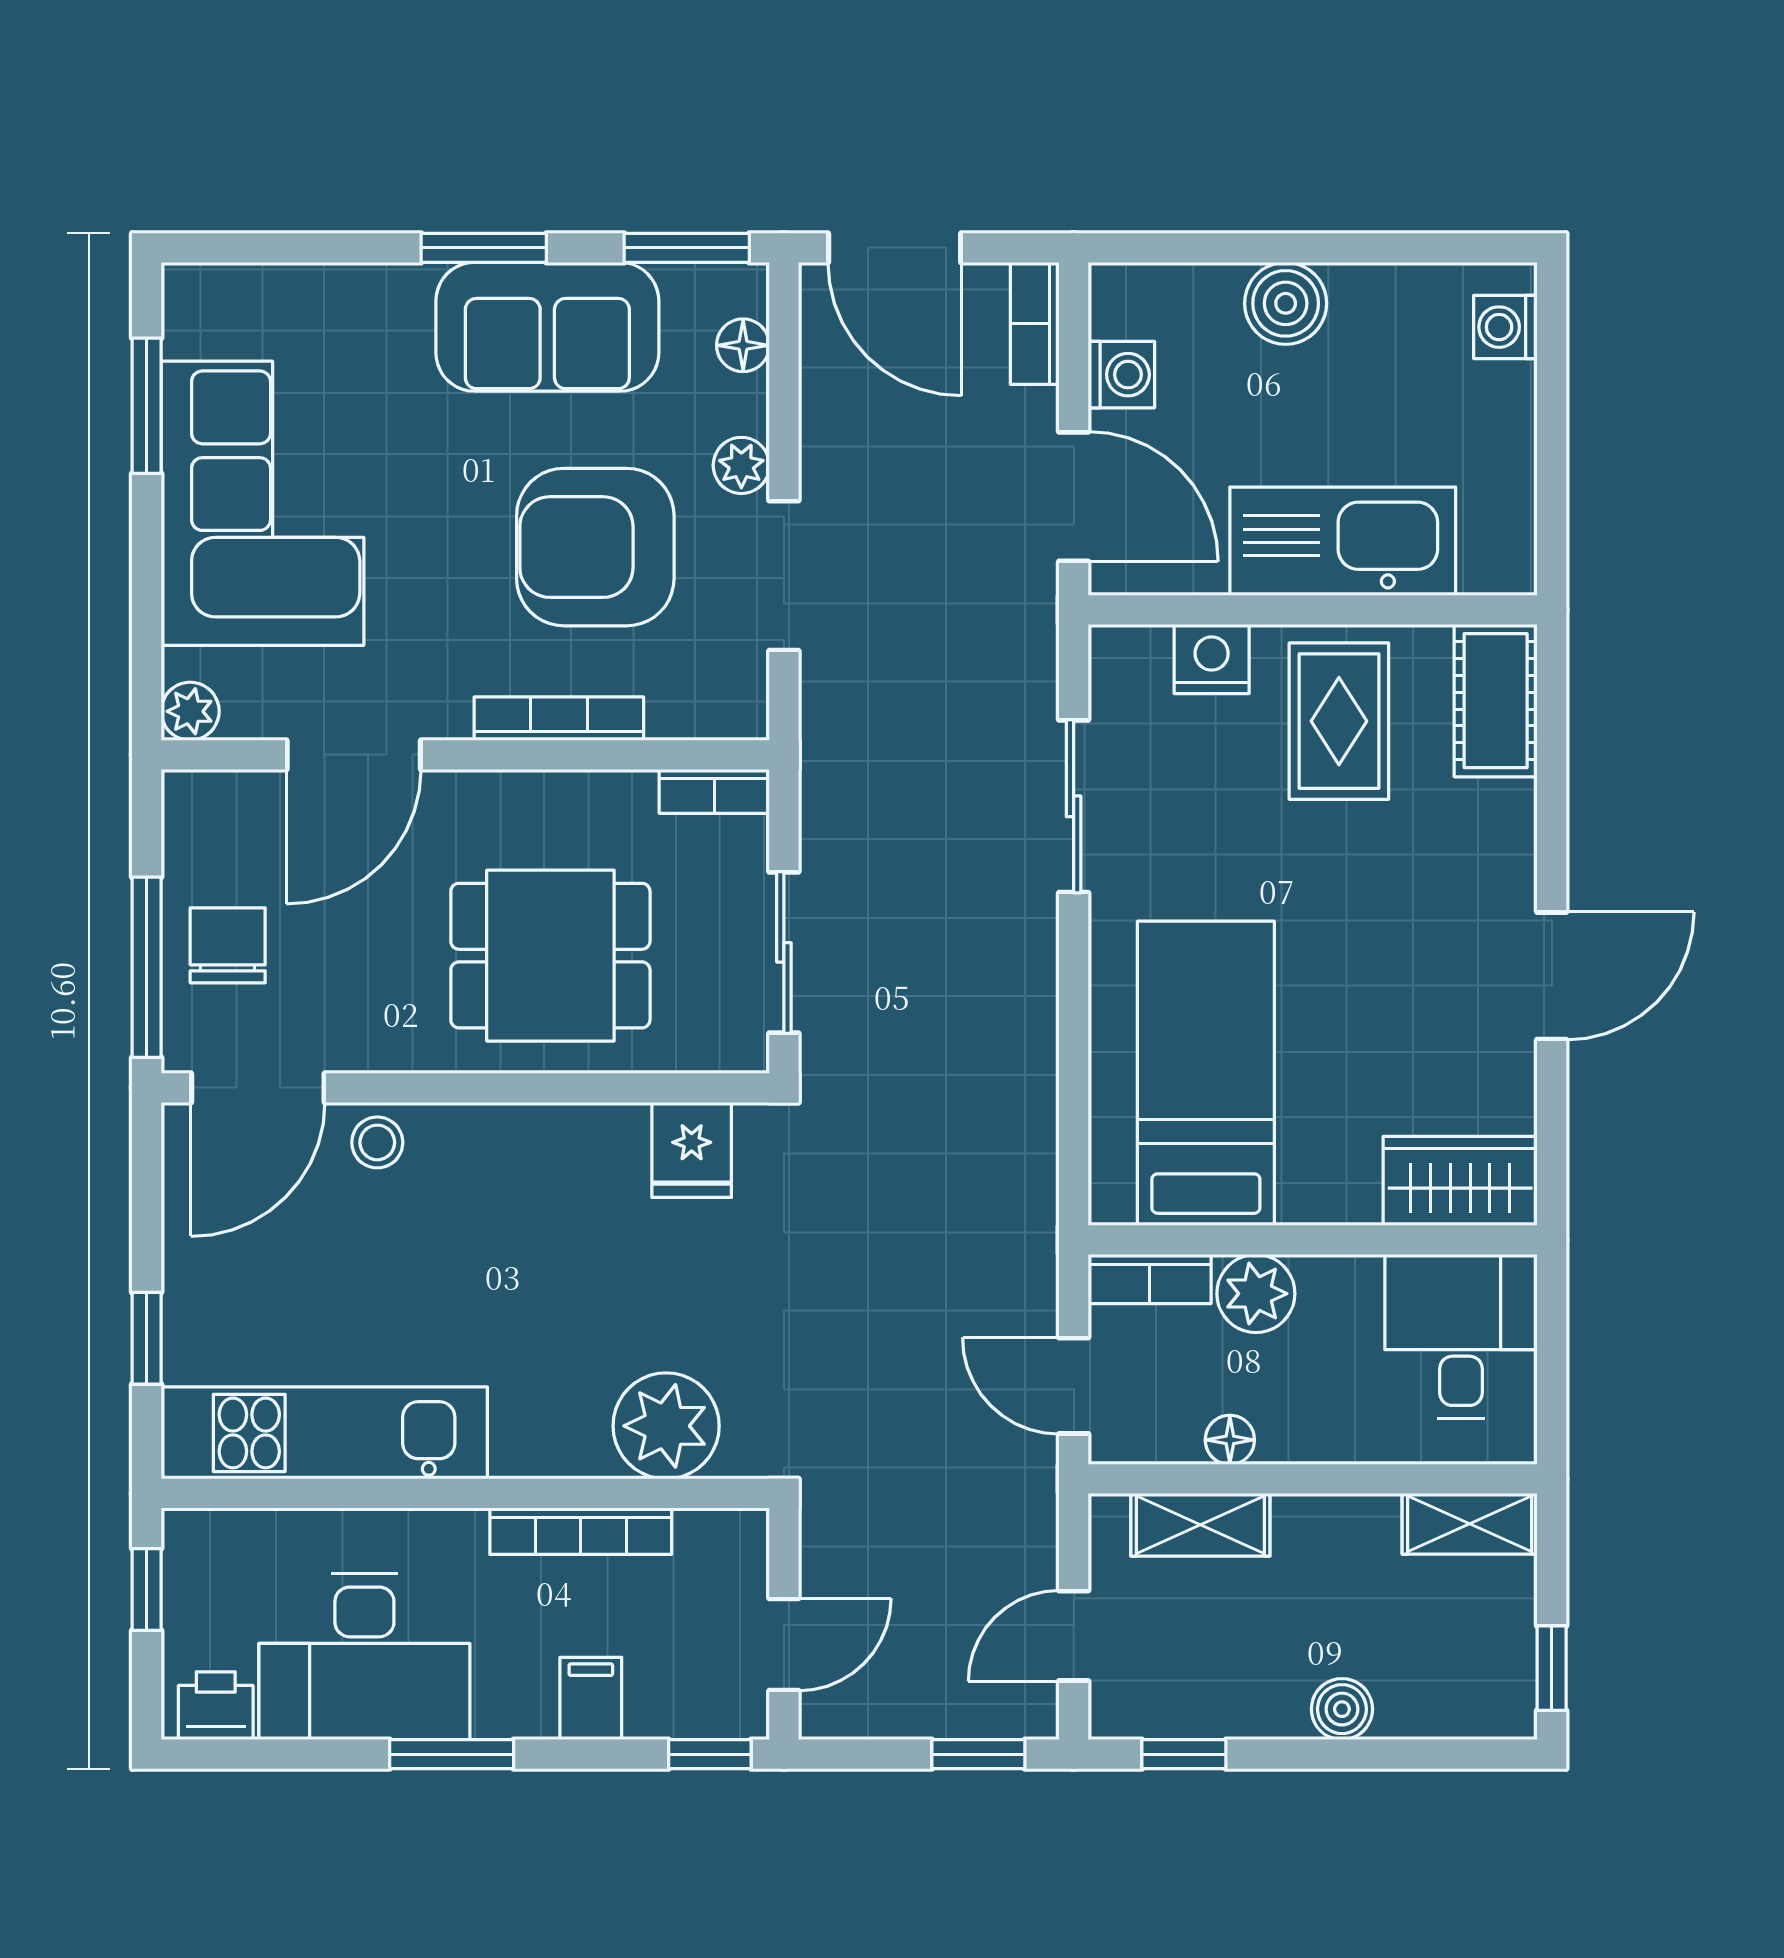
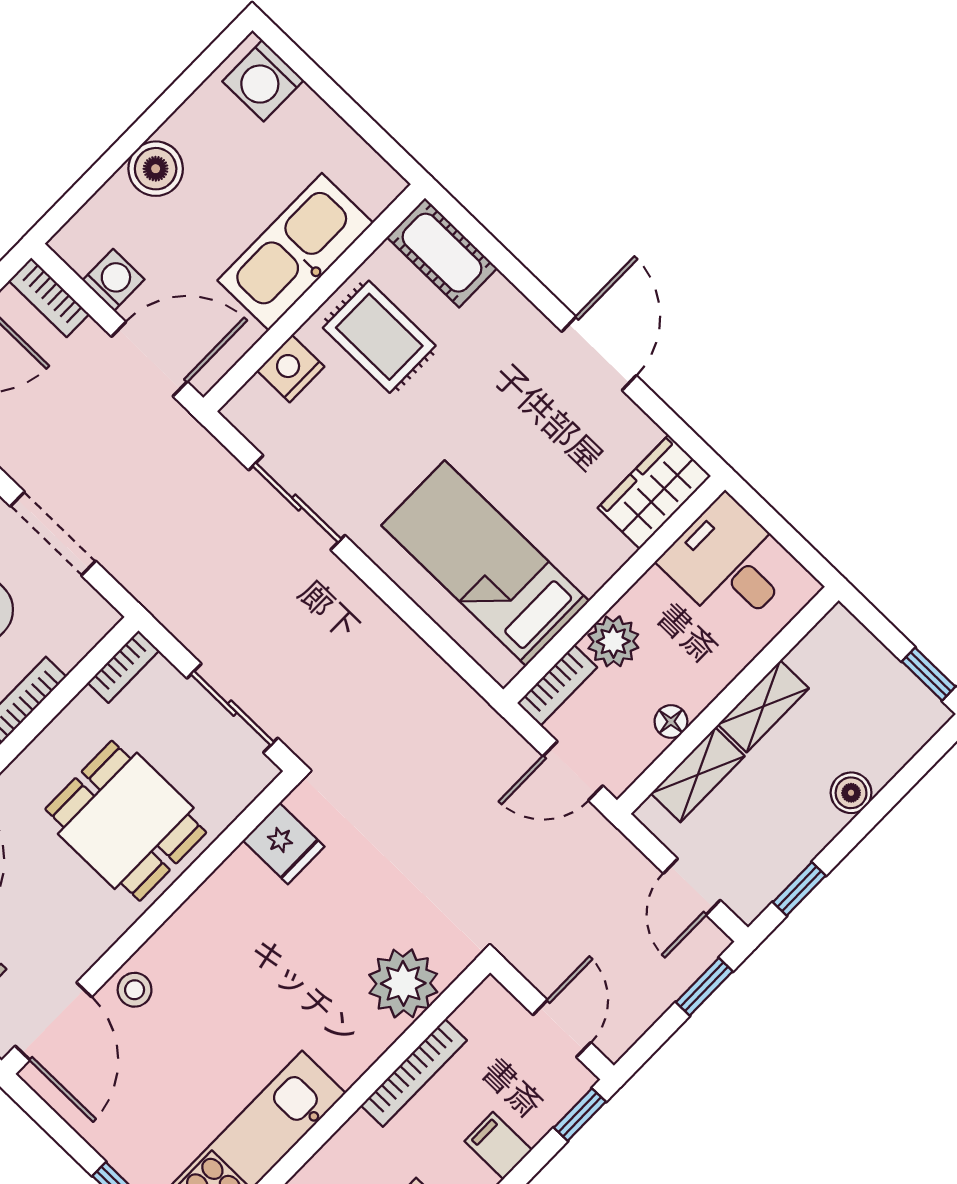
washing machine: (1505, 327) -> (263, 81), width x1.38, depth x1.38
dining table: (550, 956) -> (126, 821), turned 90
shelving: (1470, 1524) -> (763, 706), moved

